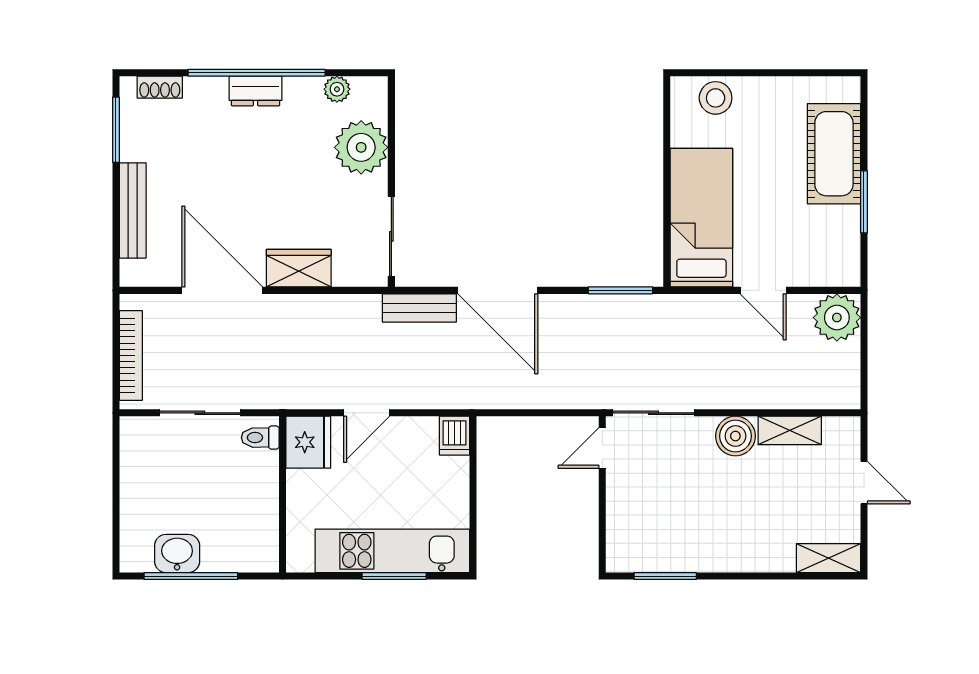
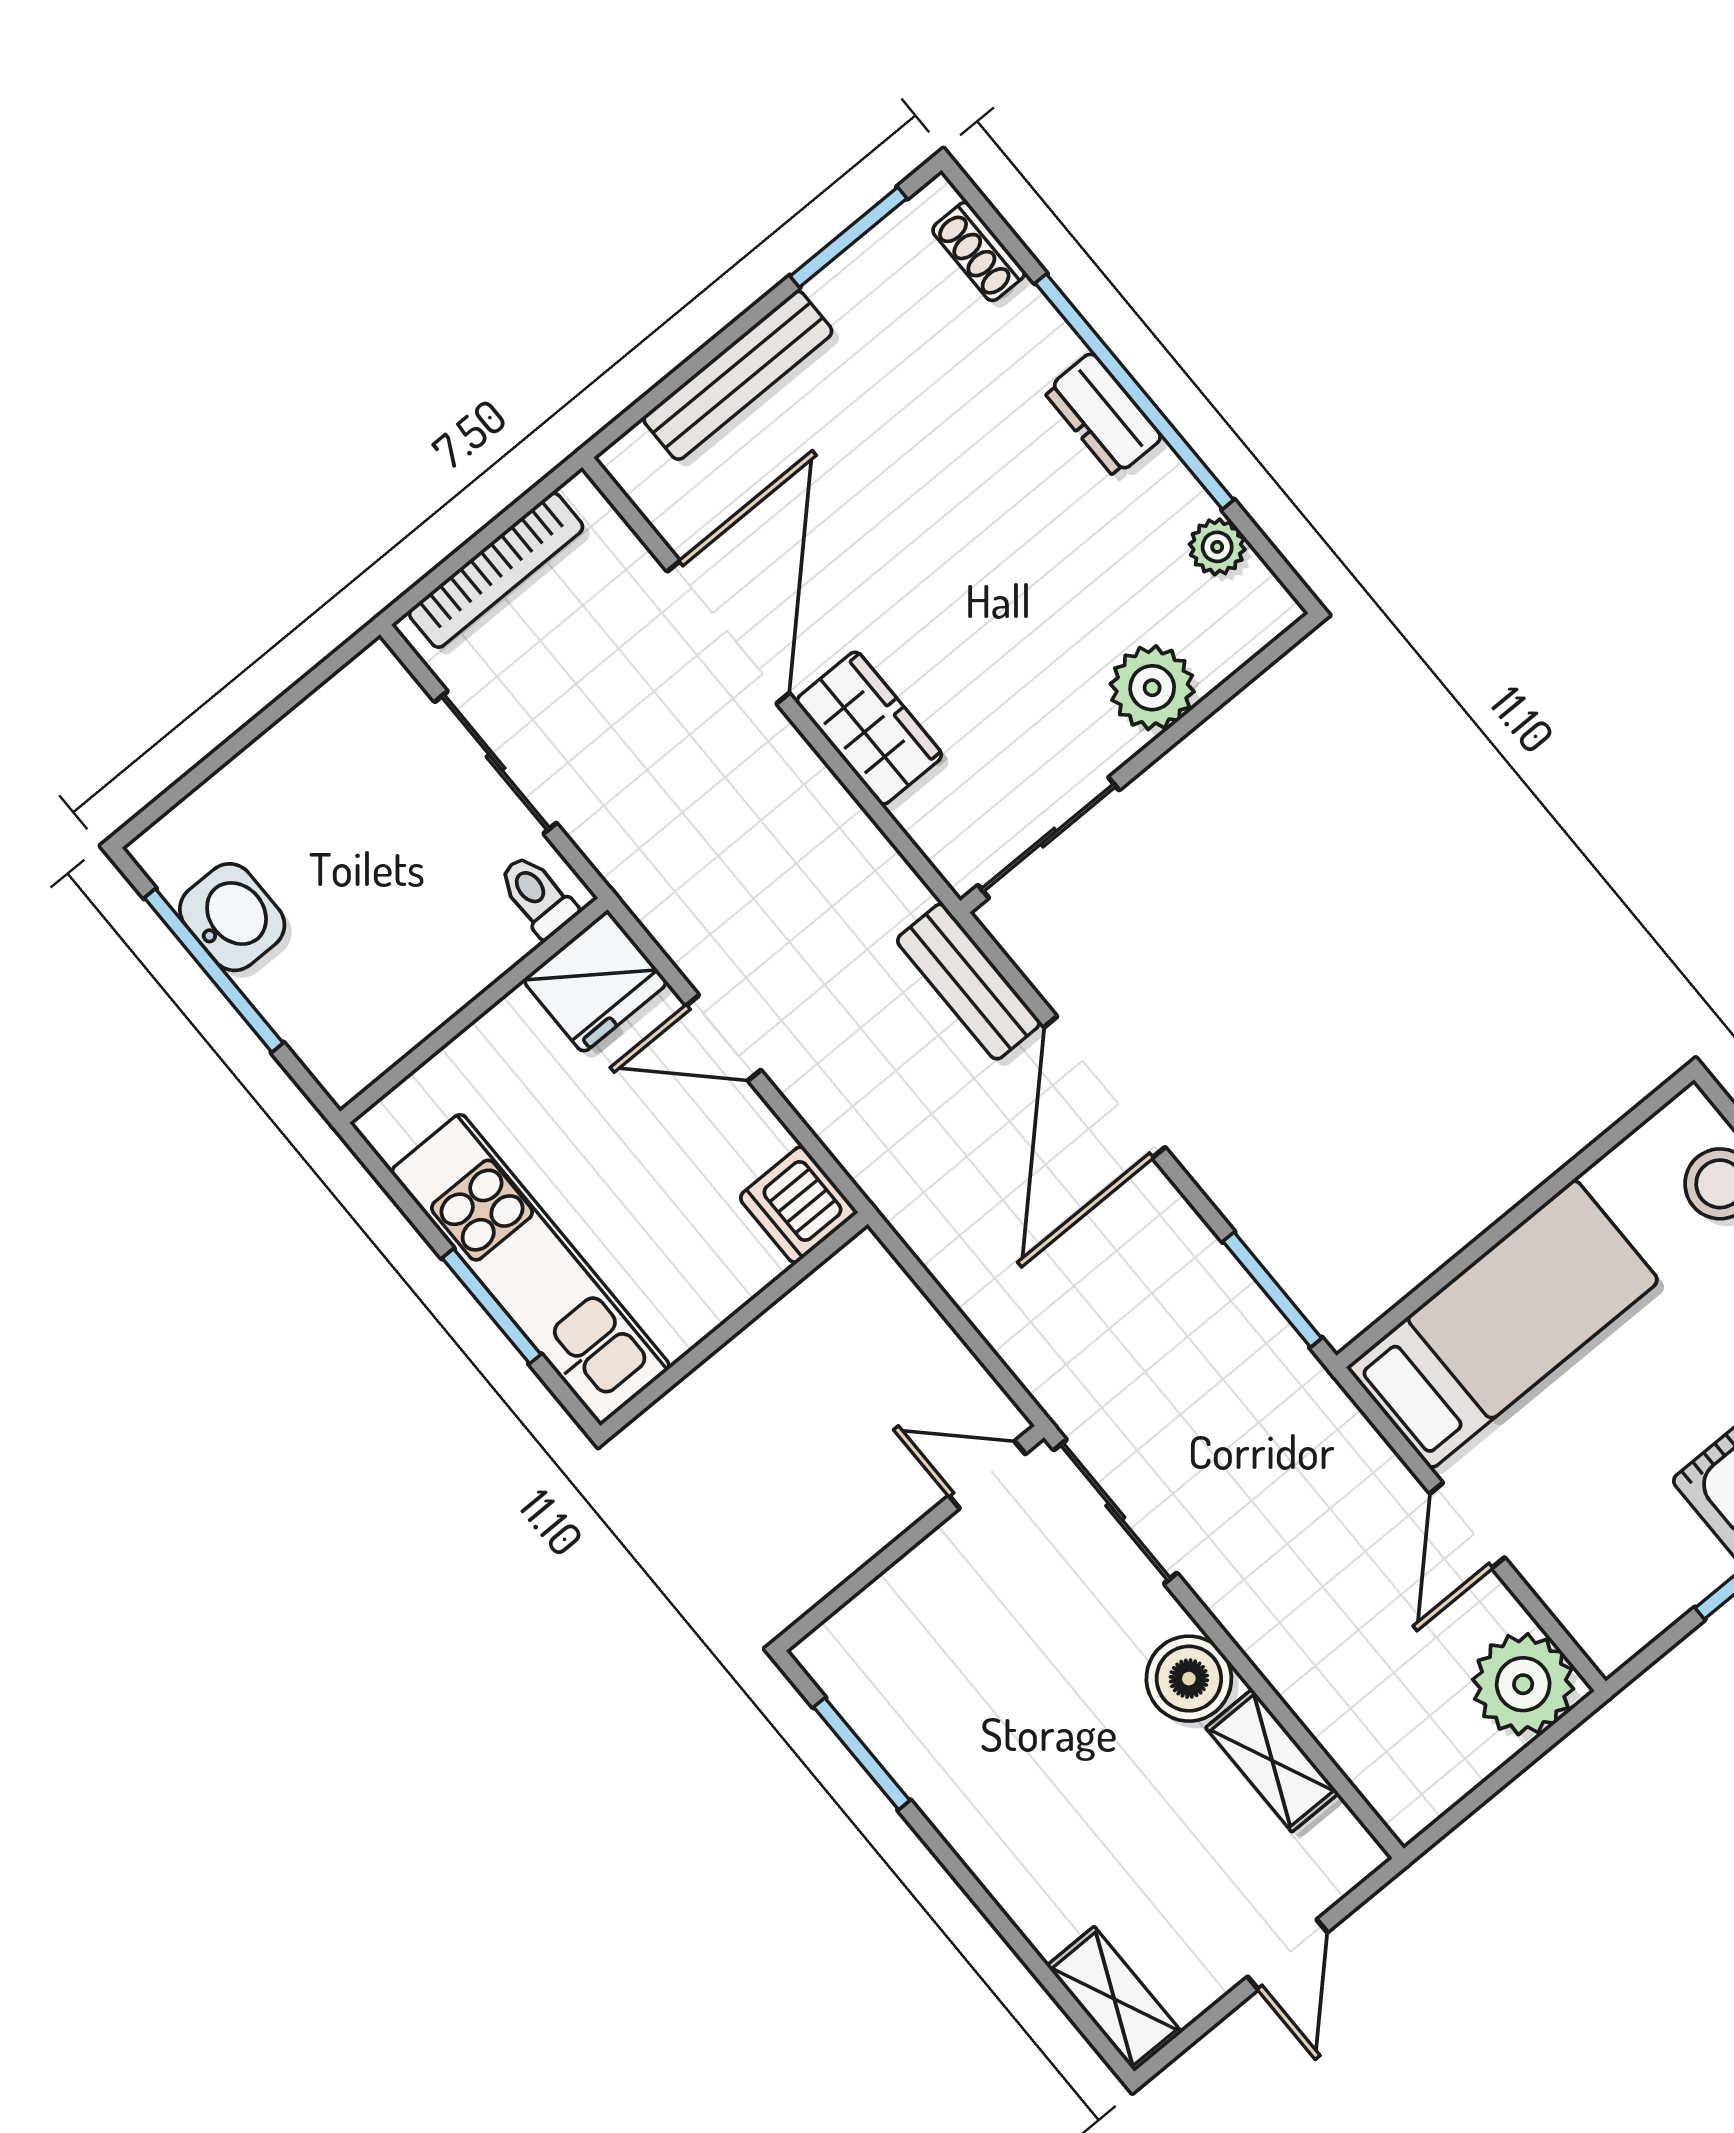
plant: (361, 147) -> (1152, 688), width x0.73, depth x0.73
dishwasher: (454, 436) -> (798, 1205), width x1.38

